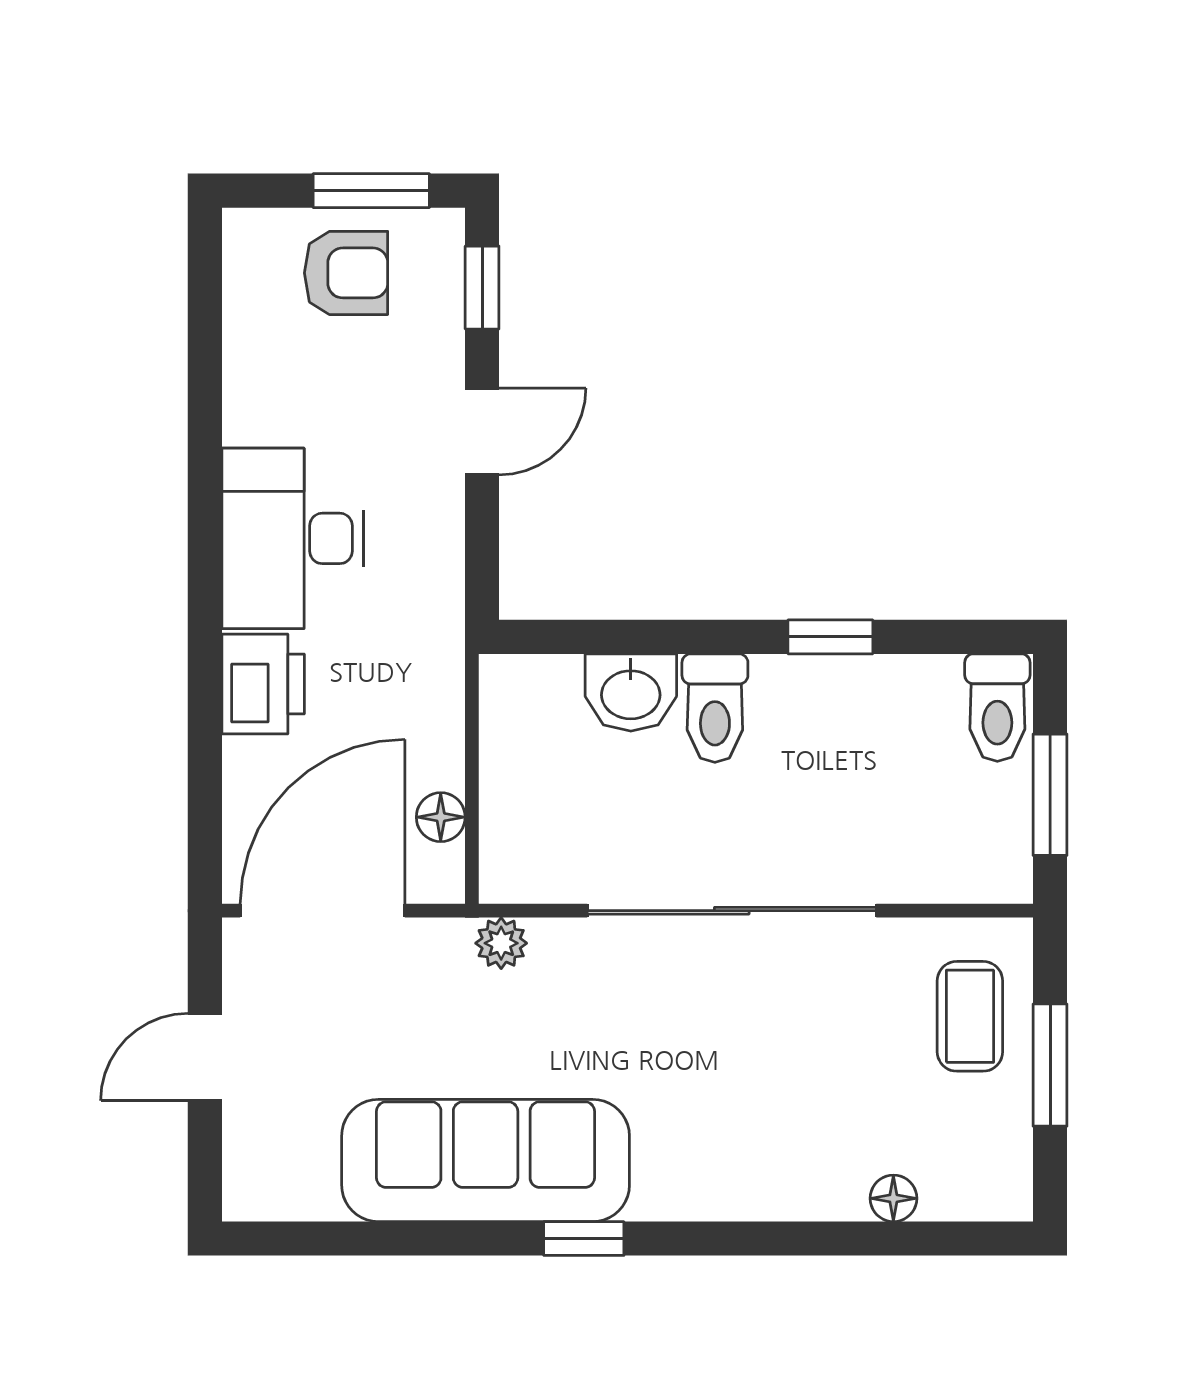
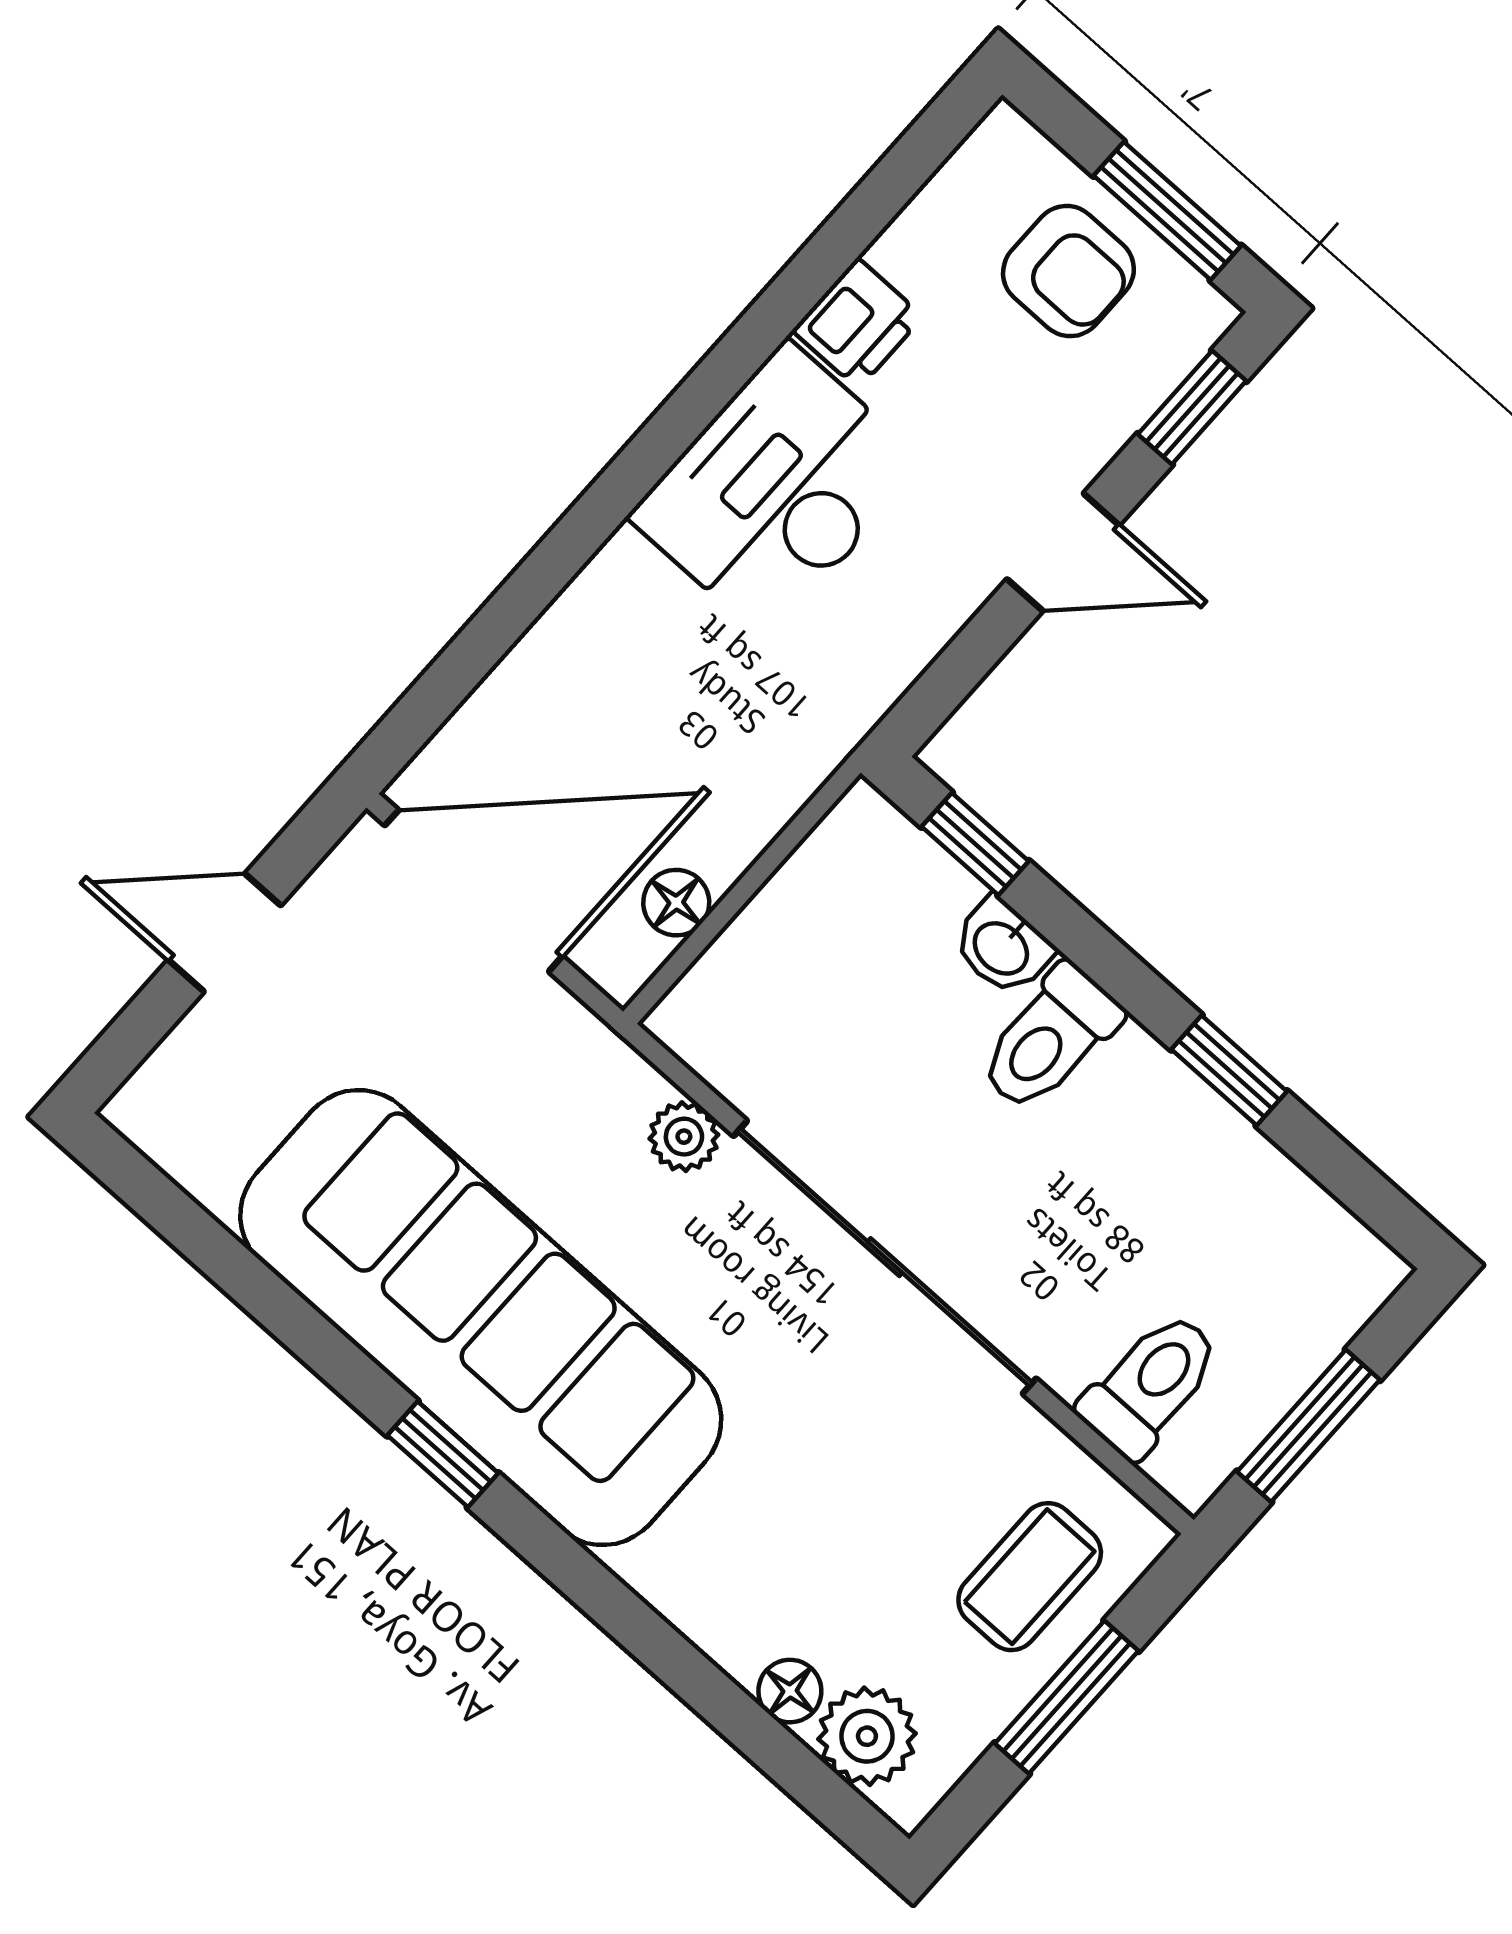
window: (578, 637) -> (975, 844), added
printer: (263, 684) -> (858, 323), moved, width x0.73, depth x0.81
washbasin: (631, 692) -> (1002, 947), width x0.72, depth x0.69
toilet: (997, 708) -> (1150, 1385), moved, turned 180
plant: (501, 943) -> (684, 1137), moved
sofa: (486, 1160) -> (481, 1318), width x1.36, depth x1.27
plant: (959, 1185) -> (867, 1736), added

